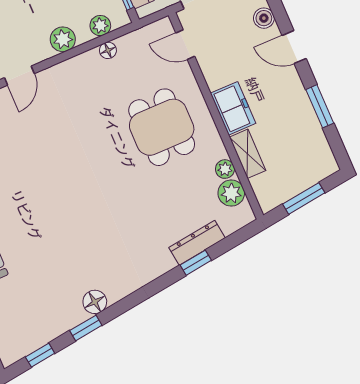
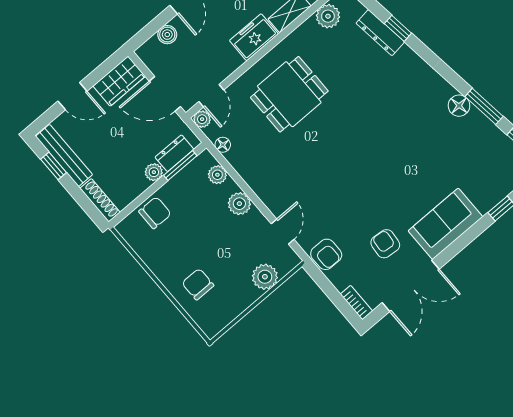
floor lamp: (108, 50) -> (223, 145), moved
door: (19, 76) -> (283, 232), hinge flipped
plant: (225, 169) -> (202, 119), moved
window: (86, 328) -> (484, 106), width x1.50

